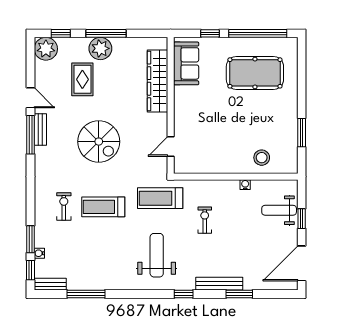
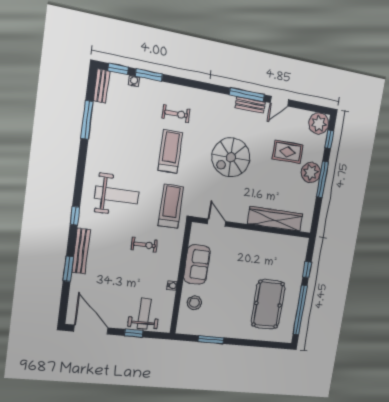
sofa: (186, 63) -> (197, 264), moved, turned -90

